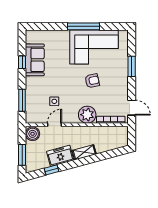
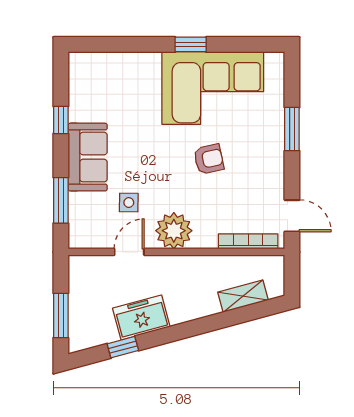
window: (84, 26) -> (191, 44), width x0.46
sofa: (35, 60) -> (88, 157), moved
plant: (87, 115) -> (174, 231), moved
boiler: (33, 134) -> (83, 271), removed
shelving: (84, 152) -> (243, 296), moved

